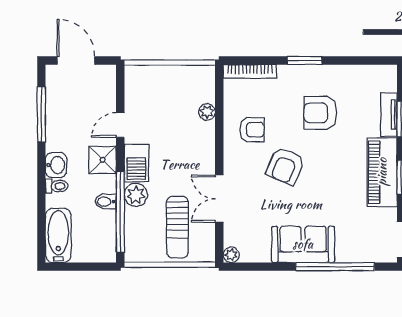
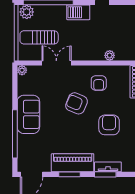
plant: (136, 195) -> (27, 12), moved

